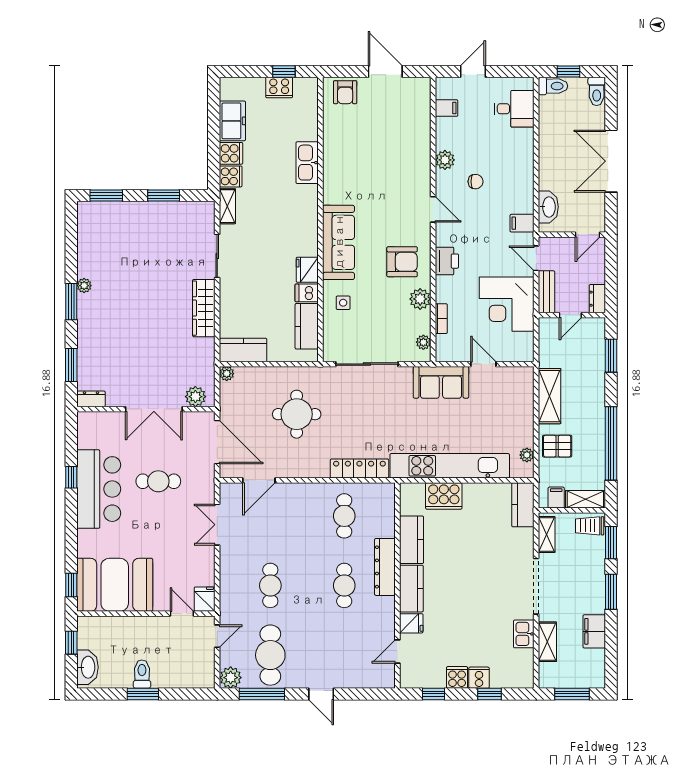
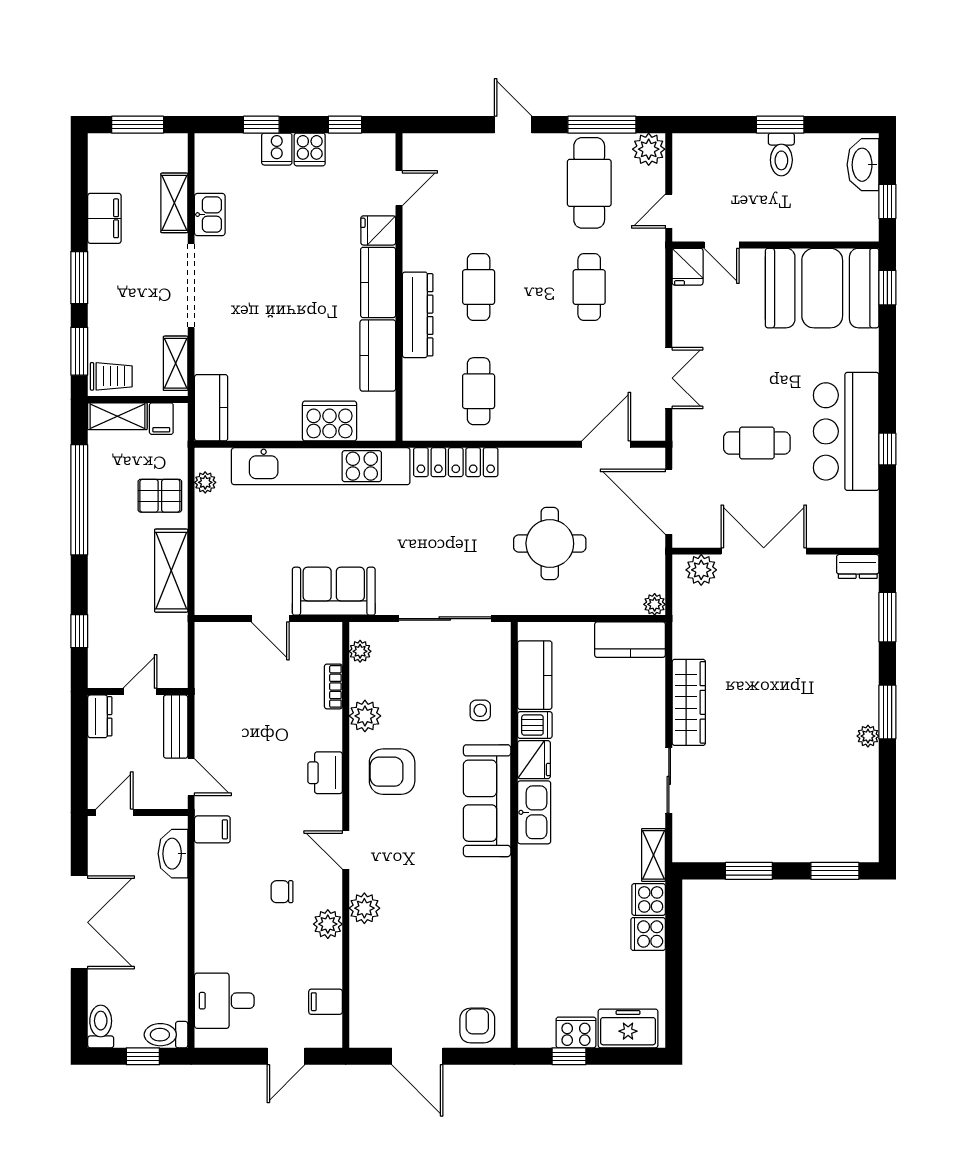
freezer: (232, 121) -> (628, 1028), moved, turned 90
kitchen sink: (307, 163) -> (534, 812), moved
plant: (420, 171) -> (364, 908), added
corner desk: (507, 304) -> (235, 708), removed
window: (611, 356) -> (79, 631), width x0.67

